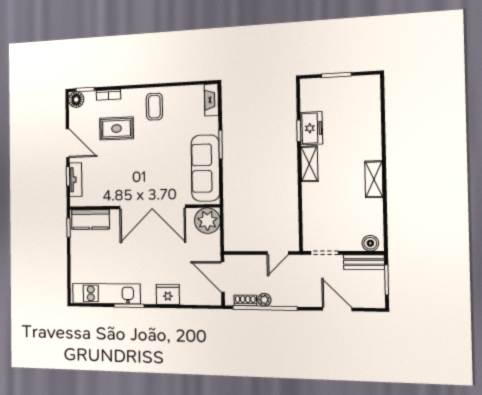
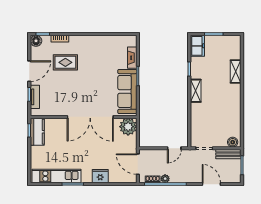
fireplace: (211, 100) -> (132, 58), moved
coffee table: (154, 107) -> (93, 49), removed
freezer: (311, 128) -> (197, 46), moved
door: (68, 143) -> (29, 71), hinge flipped
shelving: (374, 179) -> (236, 72), moved
kitchen counter: (90, 219) -> (37, 132), moved, turned -90

